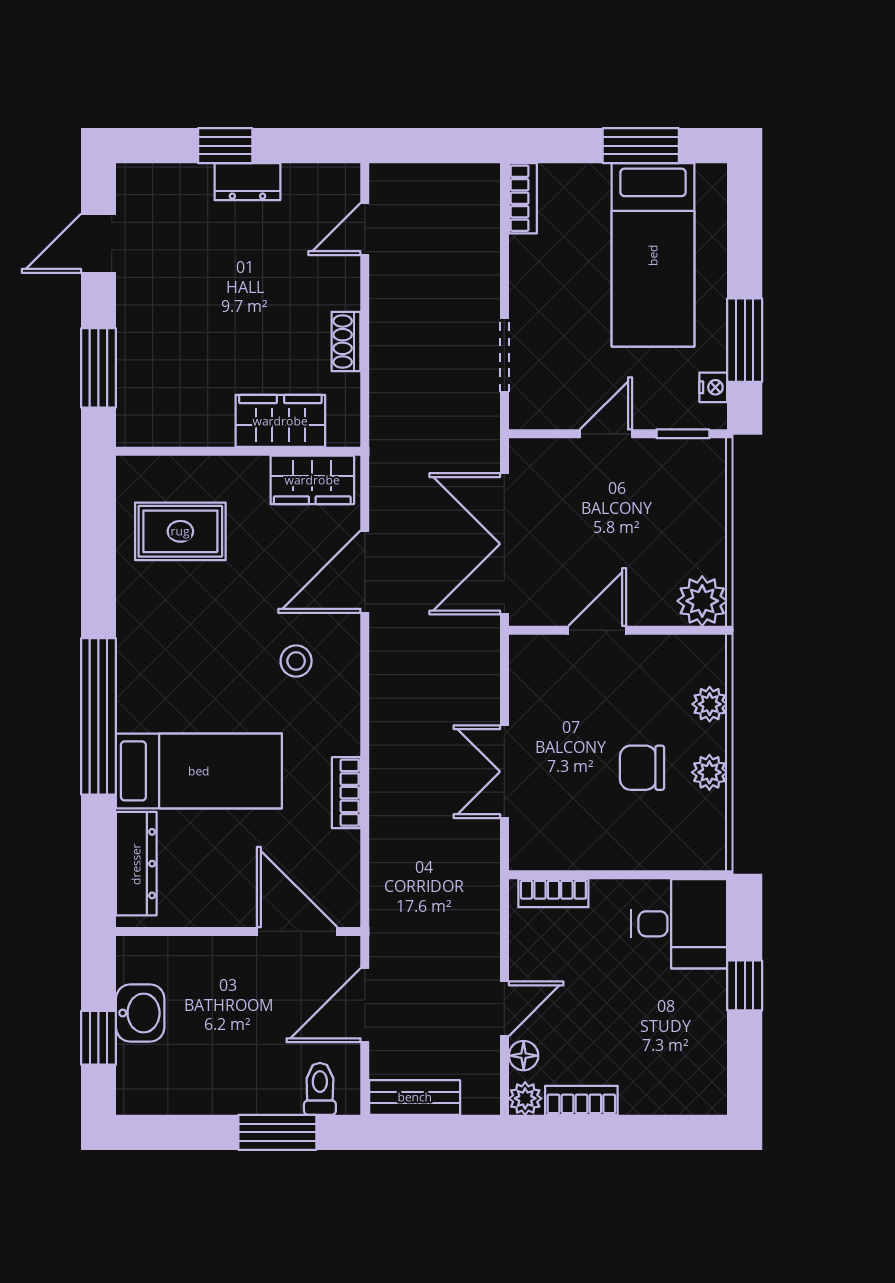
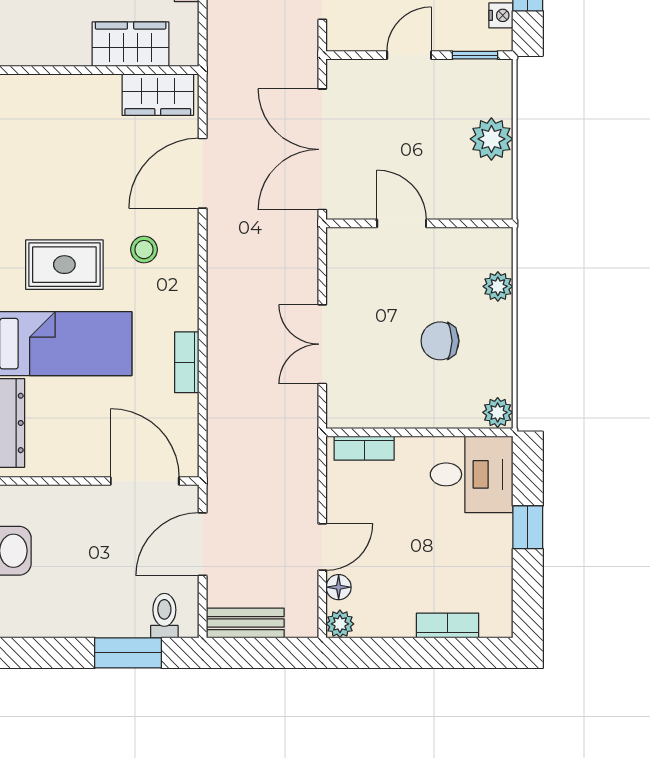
rug: (180, 531) -> (64, 265), moved
plant: (702, 601) -> (491, 139), moved
door: (597, 630) -> (402, 223), hinge flipped
plant: (709, 772) -> (498, 412), moved
bookcase: (581, 1100) -> (448, 625), moved

